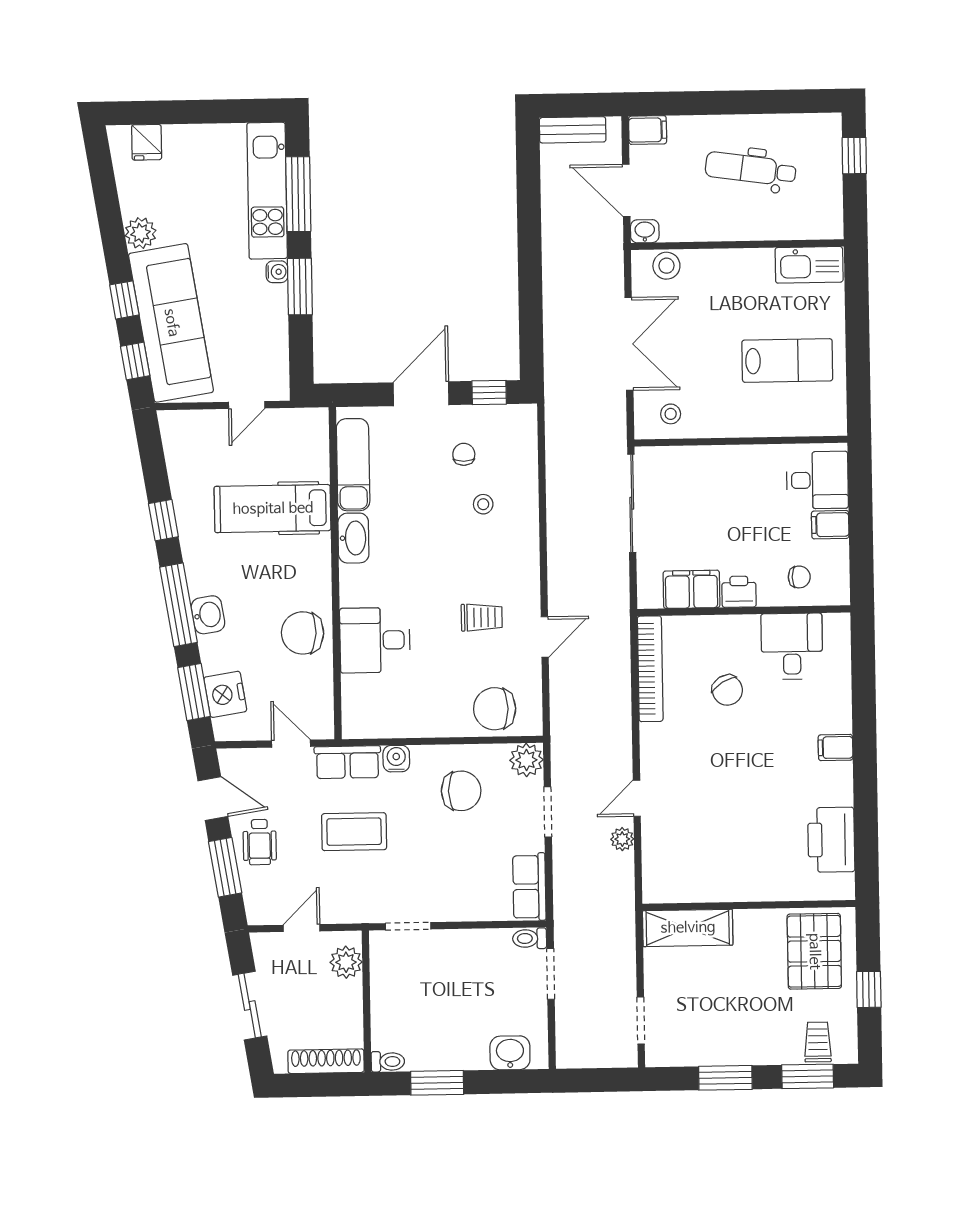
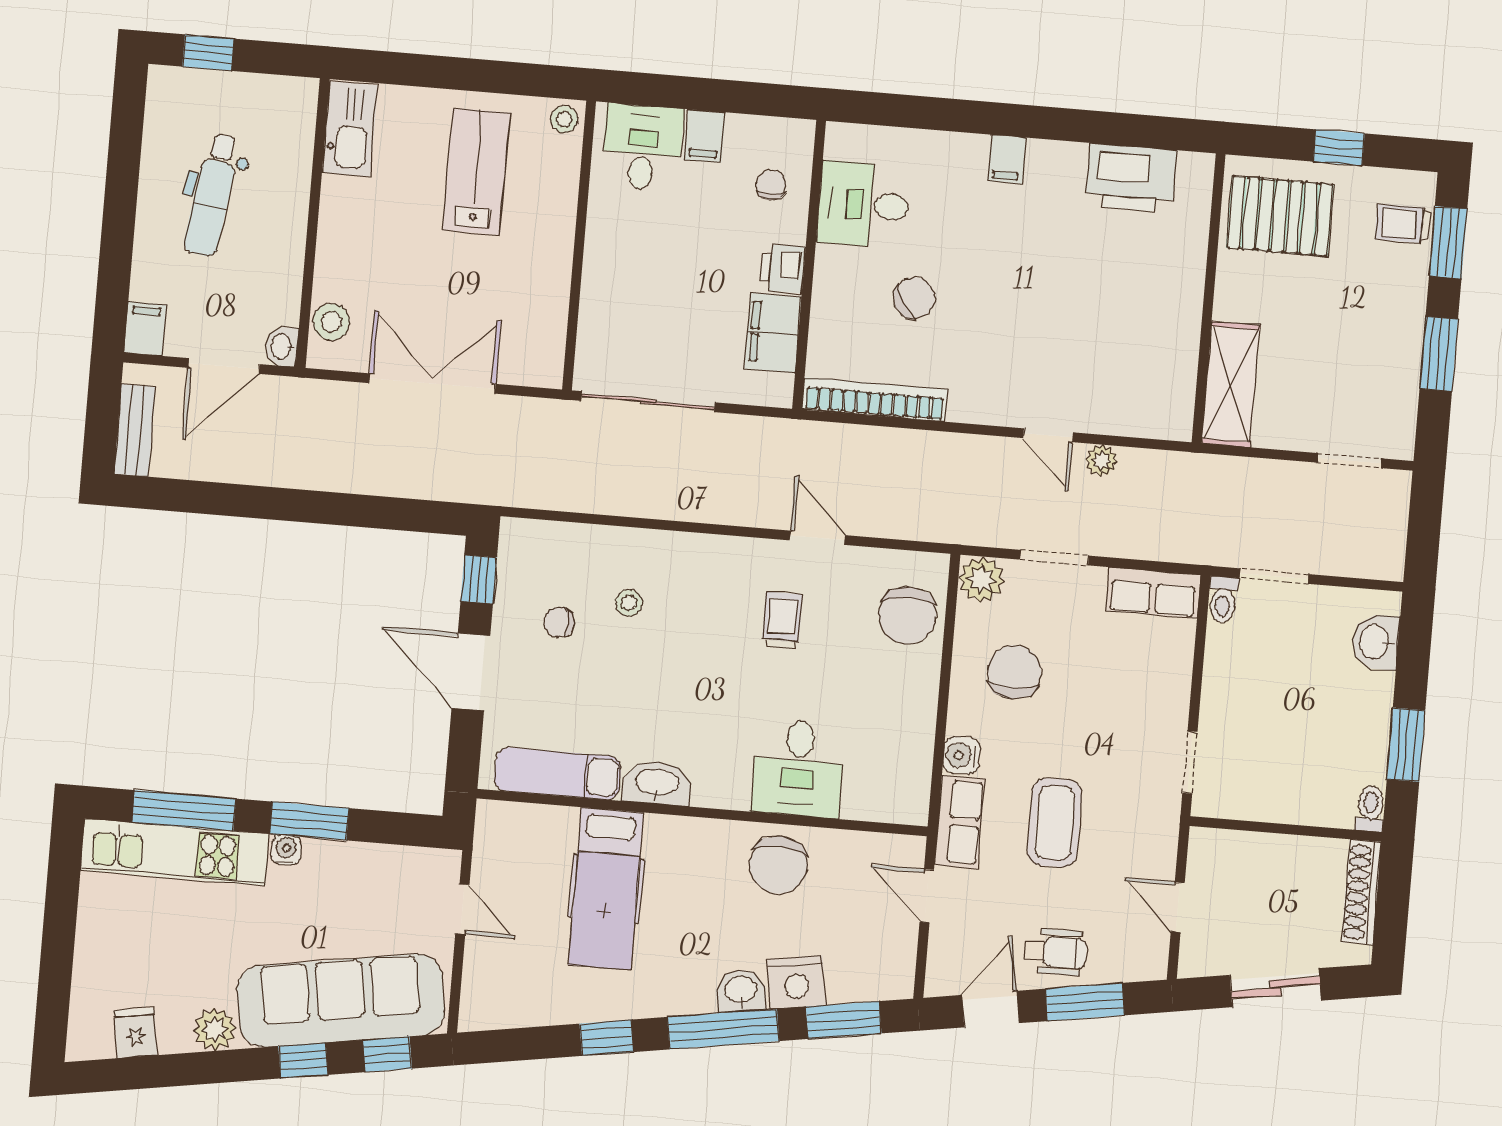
fridge: (147, 142) -> (136, 1033), moved, turned -99
stool: (671, 414) -> (564, 119), moved
nightstand: (225, 694) -> (796, 982), moved
door: (291, 744) -> (927, 896), hinge flipped
plant: (346, 962) -> (1230, 851), removed

